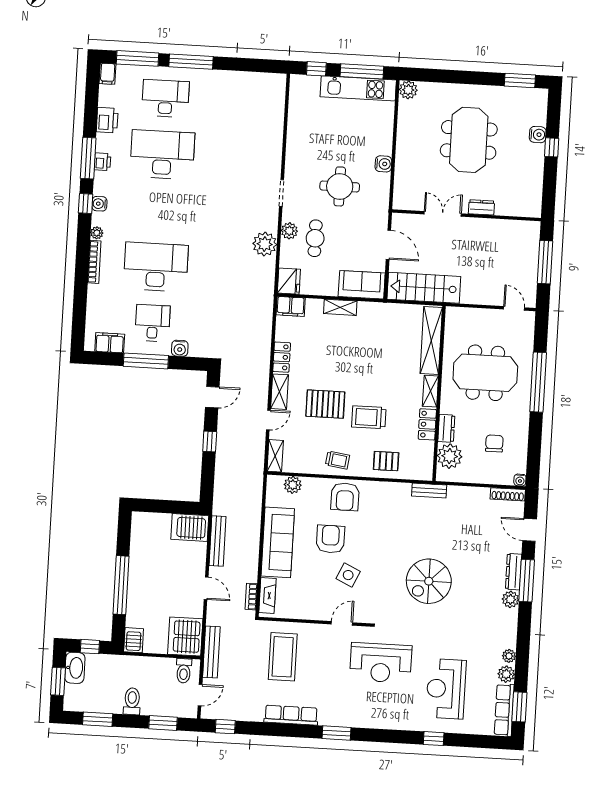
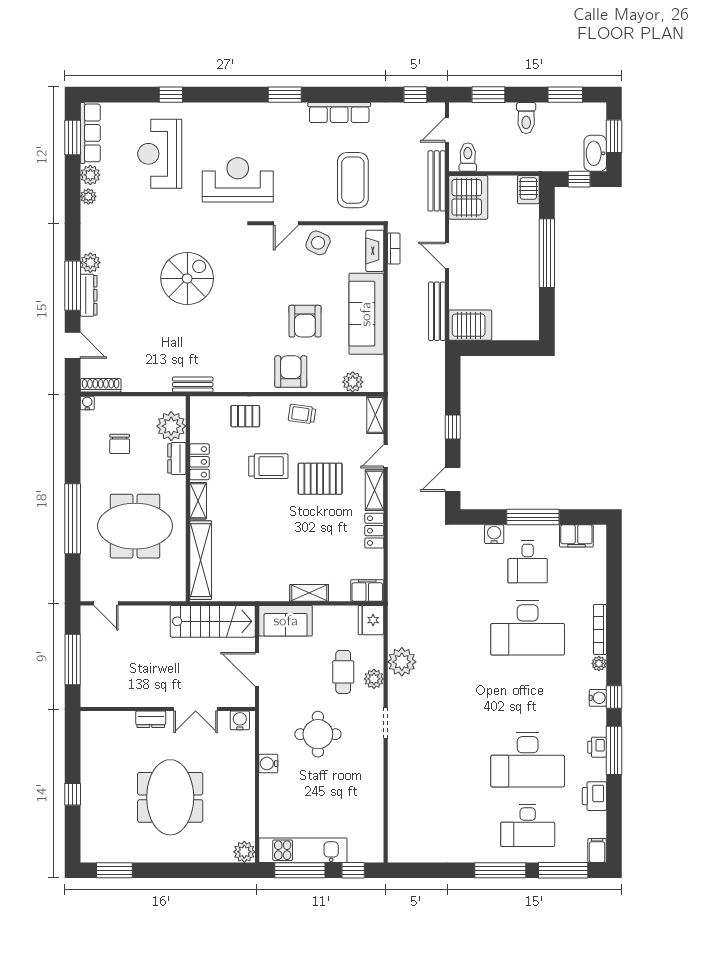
water cooler: (538, 135) -> (240, 720), moved, turned 90
side table: (348, 575) -> (318, 243), moved
reception desk: (446, 689) -> (160, 154), turned 180

